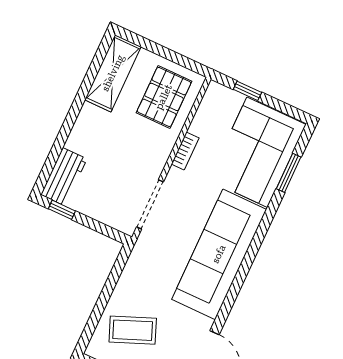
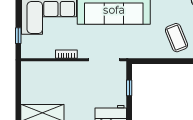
pallet: (164, 97) -> (42, 79), removed
window: (62, 210) -> (129, 88), moved

